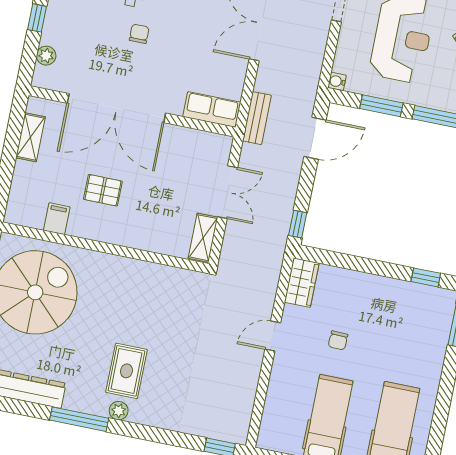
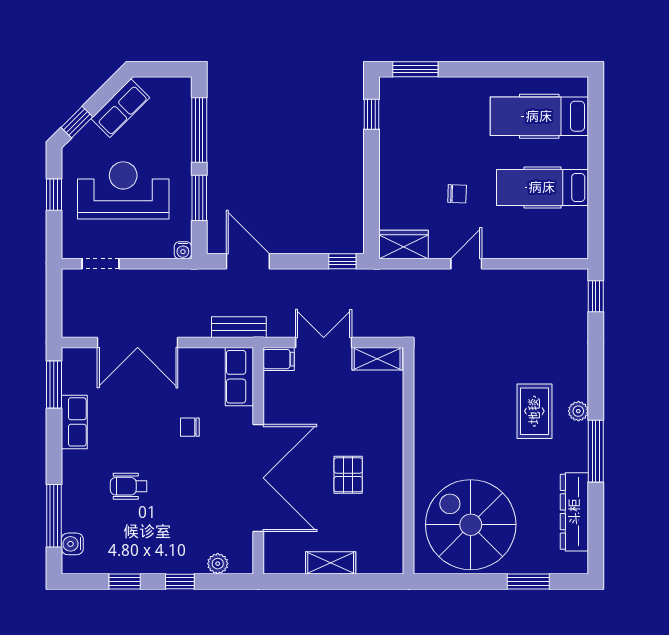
chair: (139, 34) -> (190, 427), moved
shelving: (30, 137) -> (331, 563), moved
filing cabinet: (57, 219) -> (279, 359), moved, turned 180
door: (273, 336) -> (466, 264), swing flipped
rug: (126, 371) -> (534, 411), turned 90

